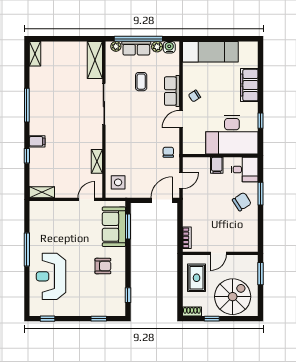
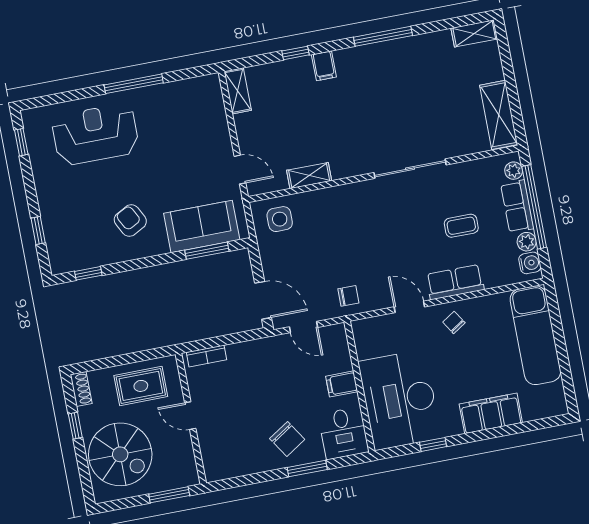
shelving: (95, 60) -> (499, 115), moved, turned 90
armchair: (103, 266) -> (130, 220), turned 152

